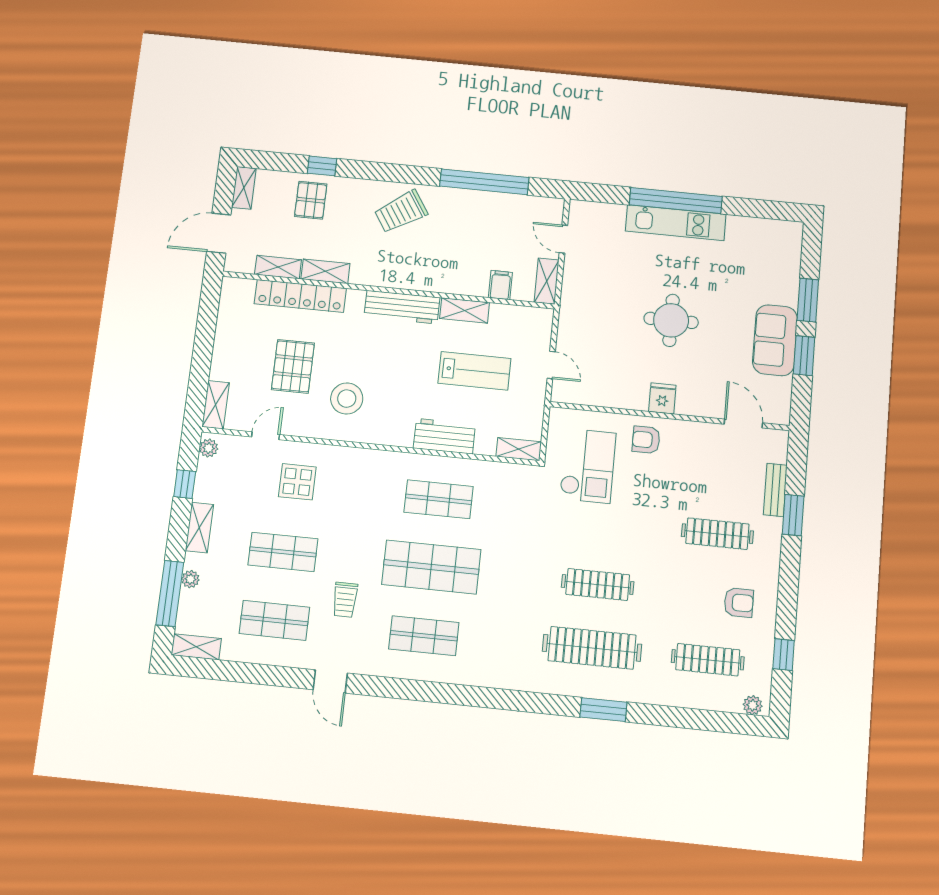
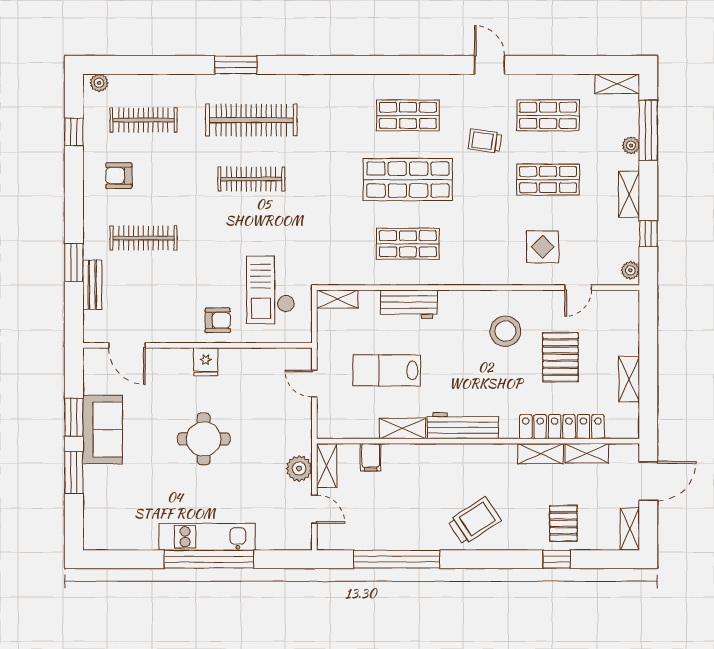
plant: (575, 281) -> (299, 468), added
shelving: (216, 405) -> (629, 379), moved
trolley: (345, 600) -> (485, 141), turned -82

